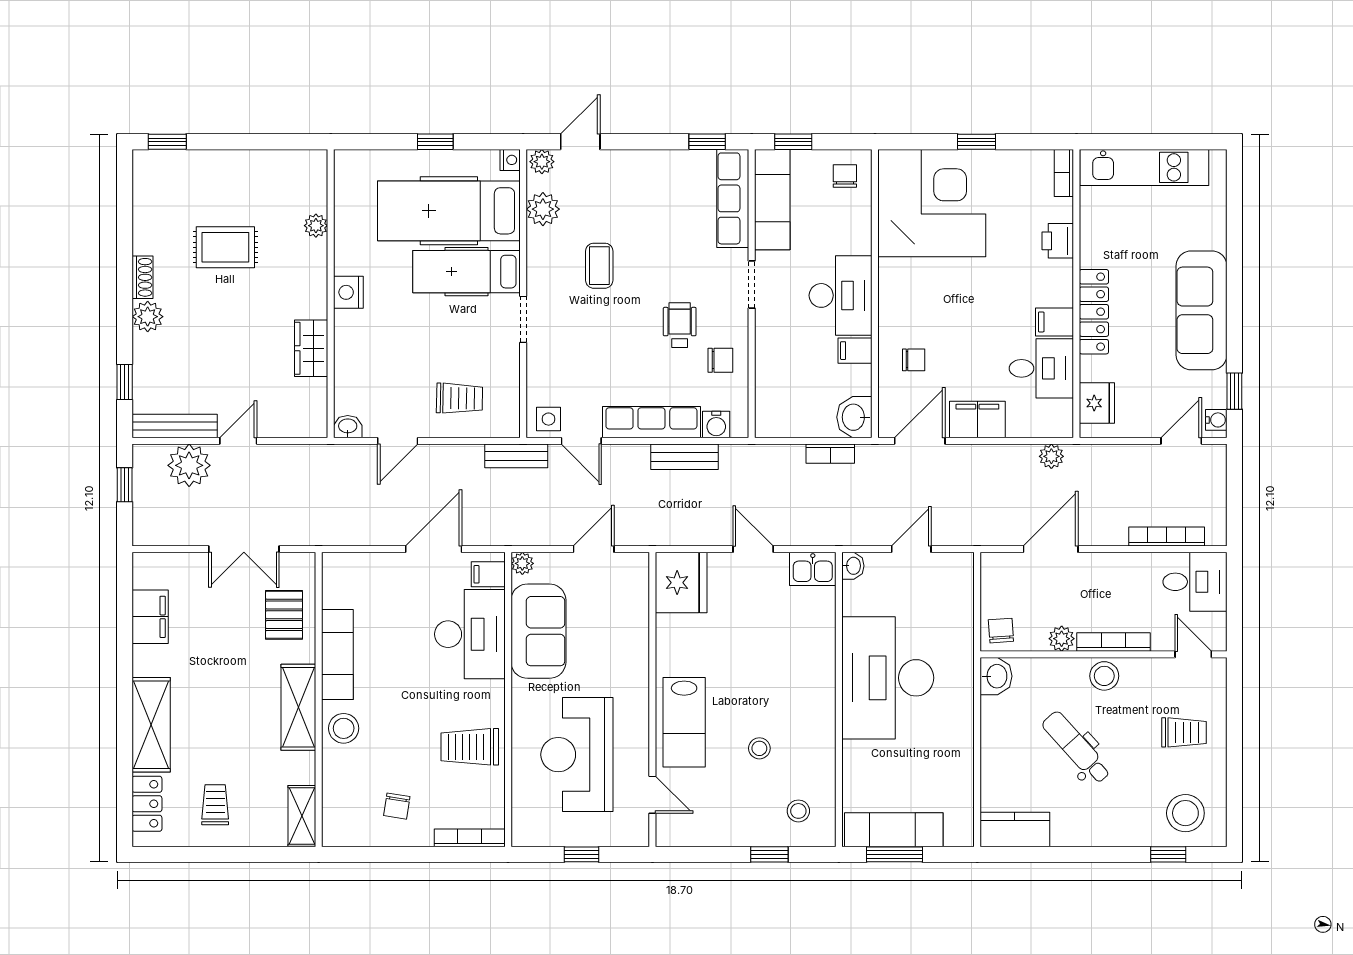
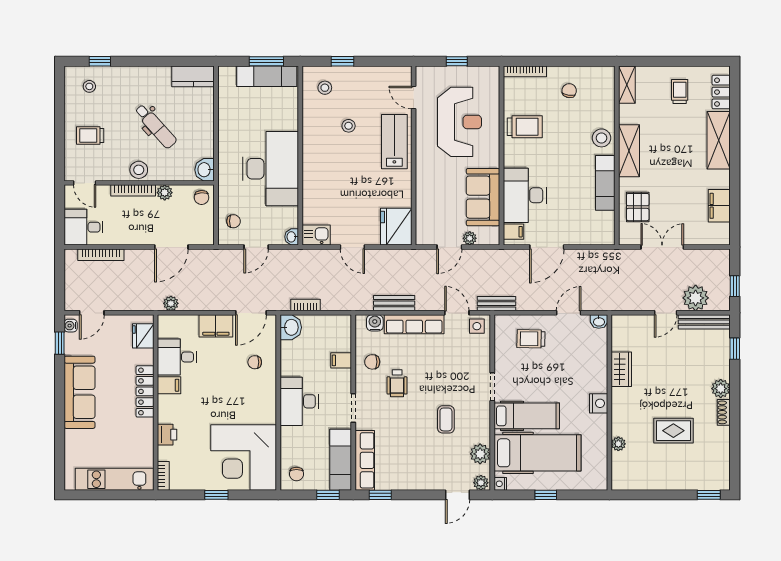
filing cabinet: (855, 351) -> (341, 360), moved, turned 180
plant: (522, 563) -> (470, 238), moved
chair: (948, 591) -> (234, 221), added
trolley: (215, 805) -> (680, 91), turned 180
stool: (1185, 813) -> (89, 86), width x0.53, depth x0.53

